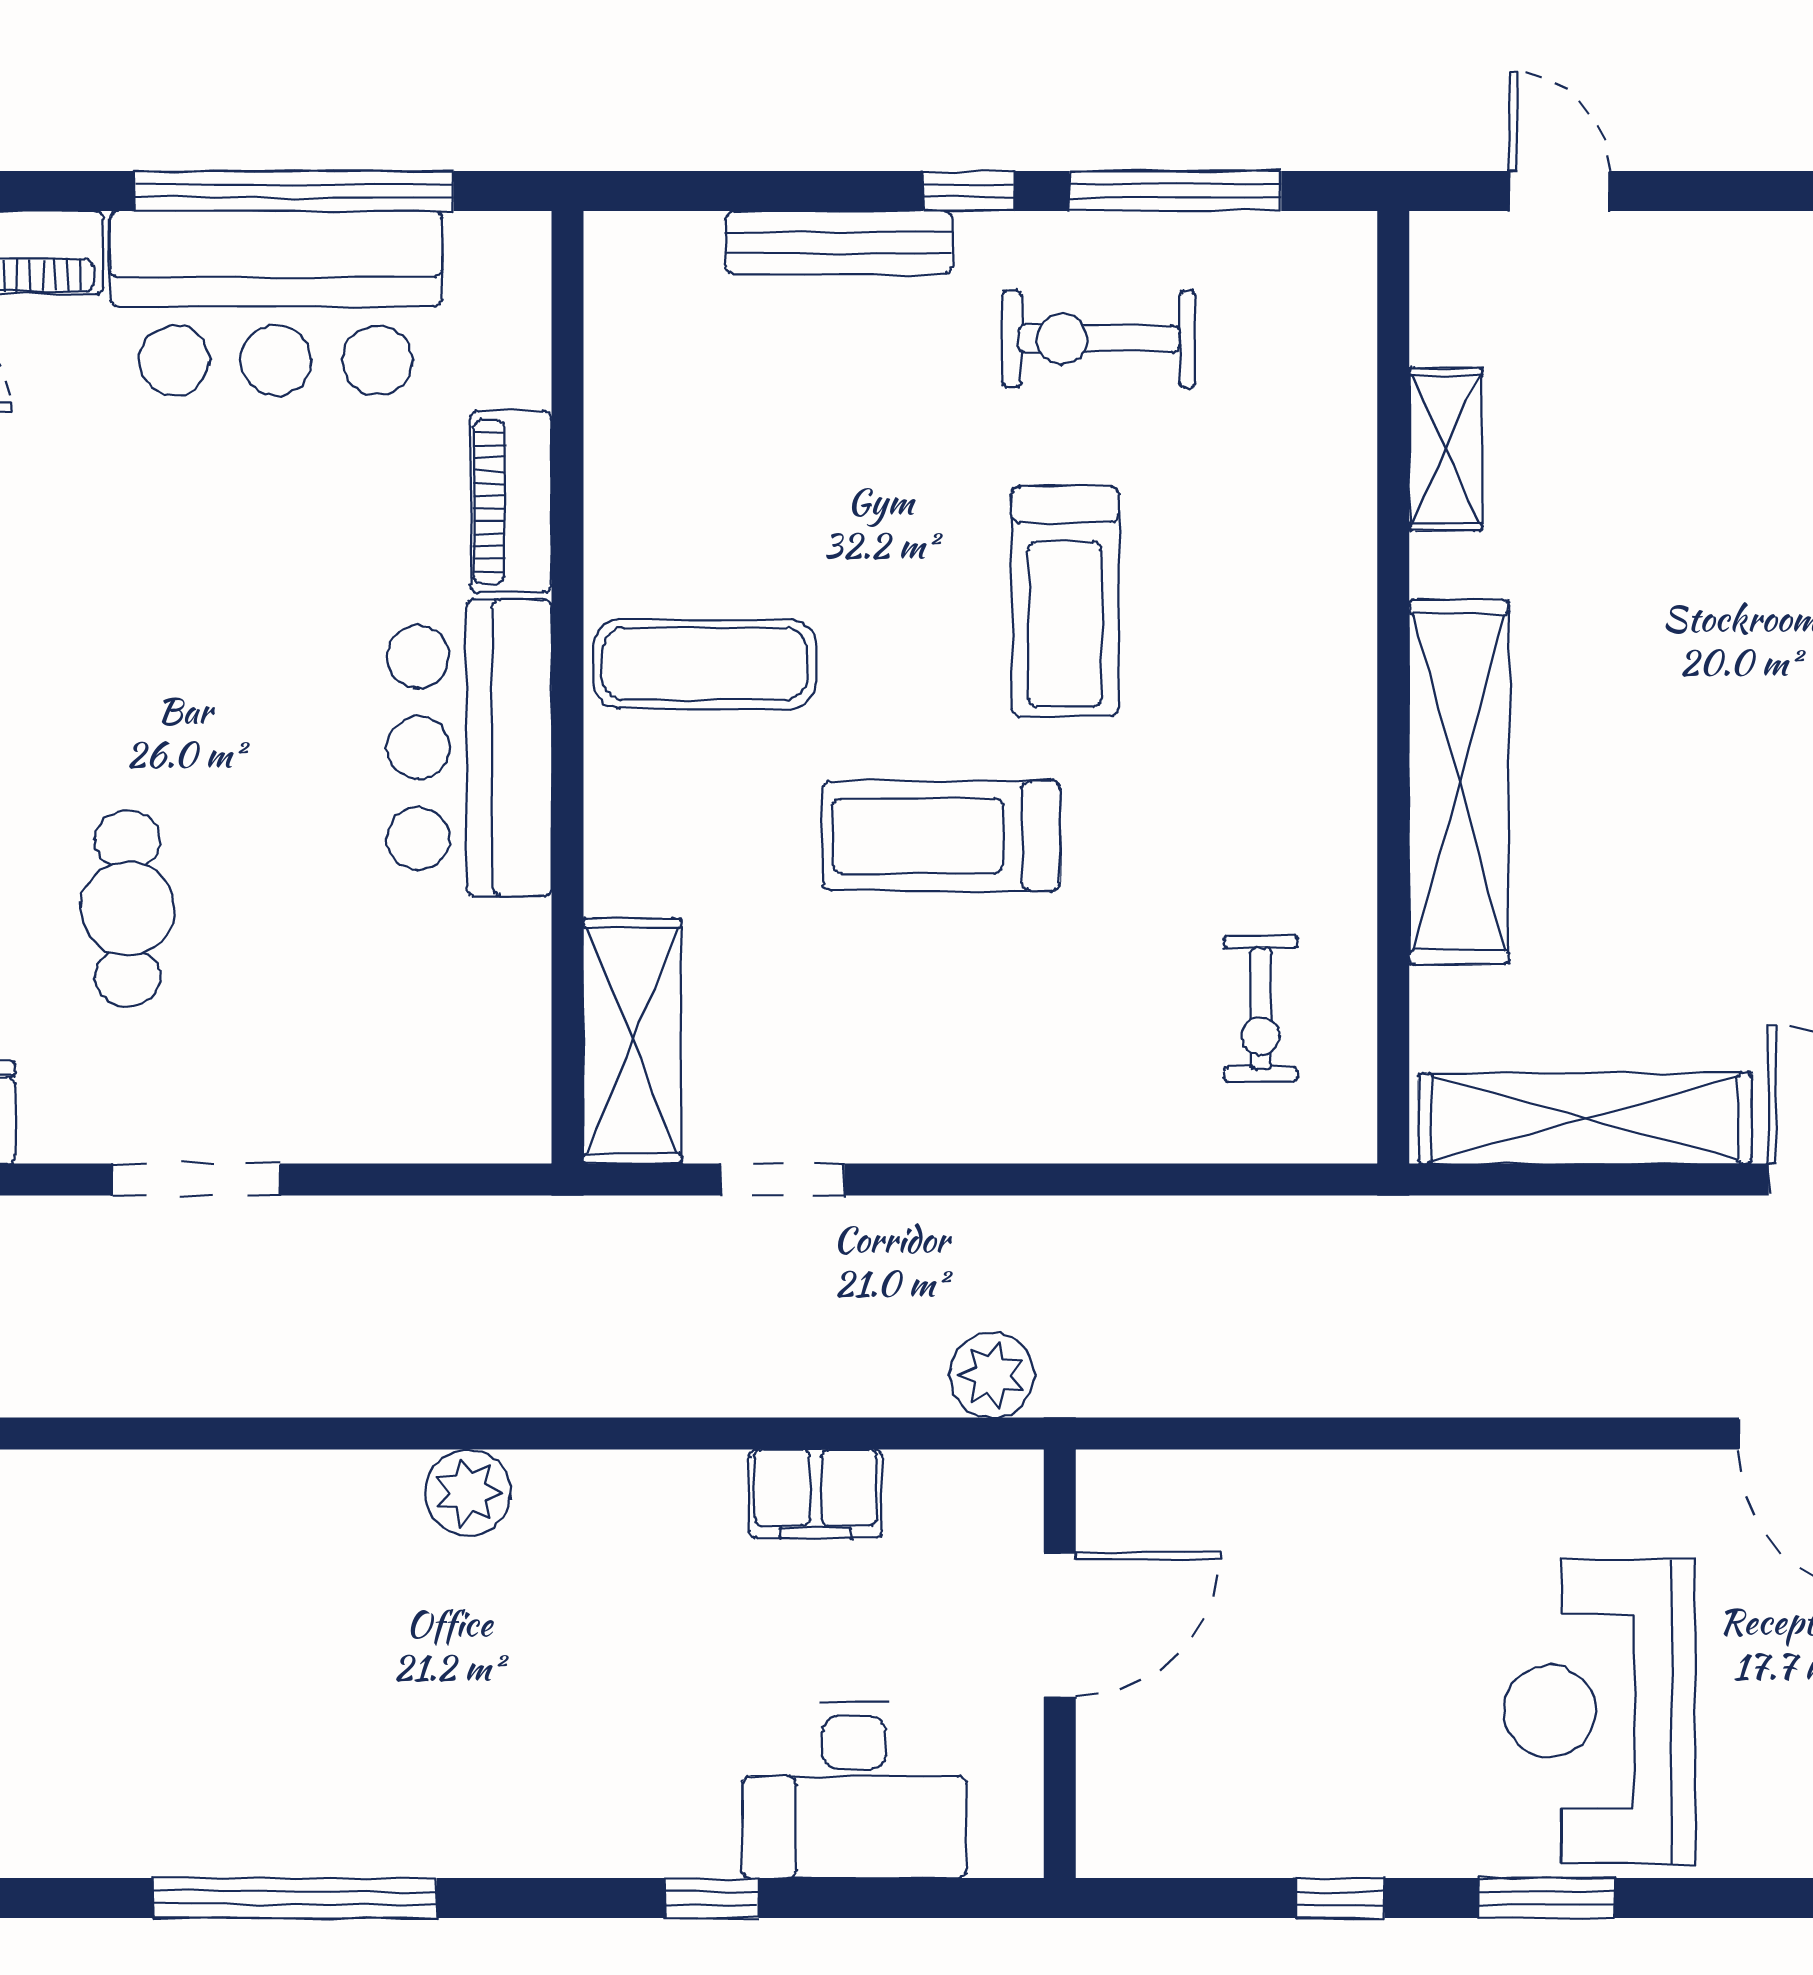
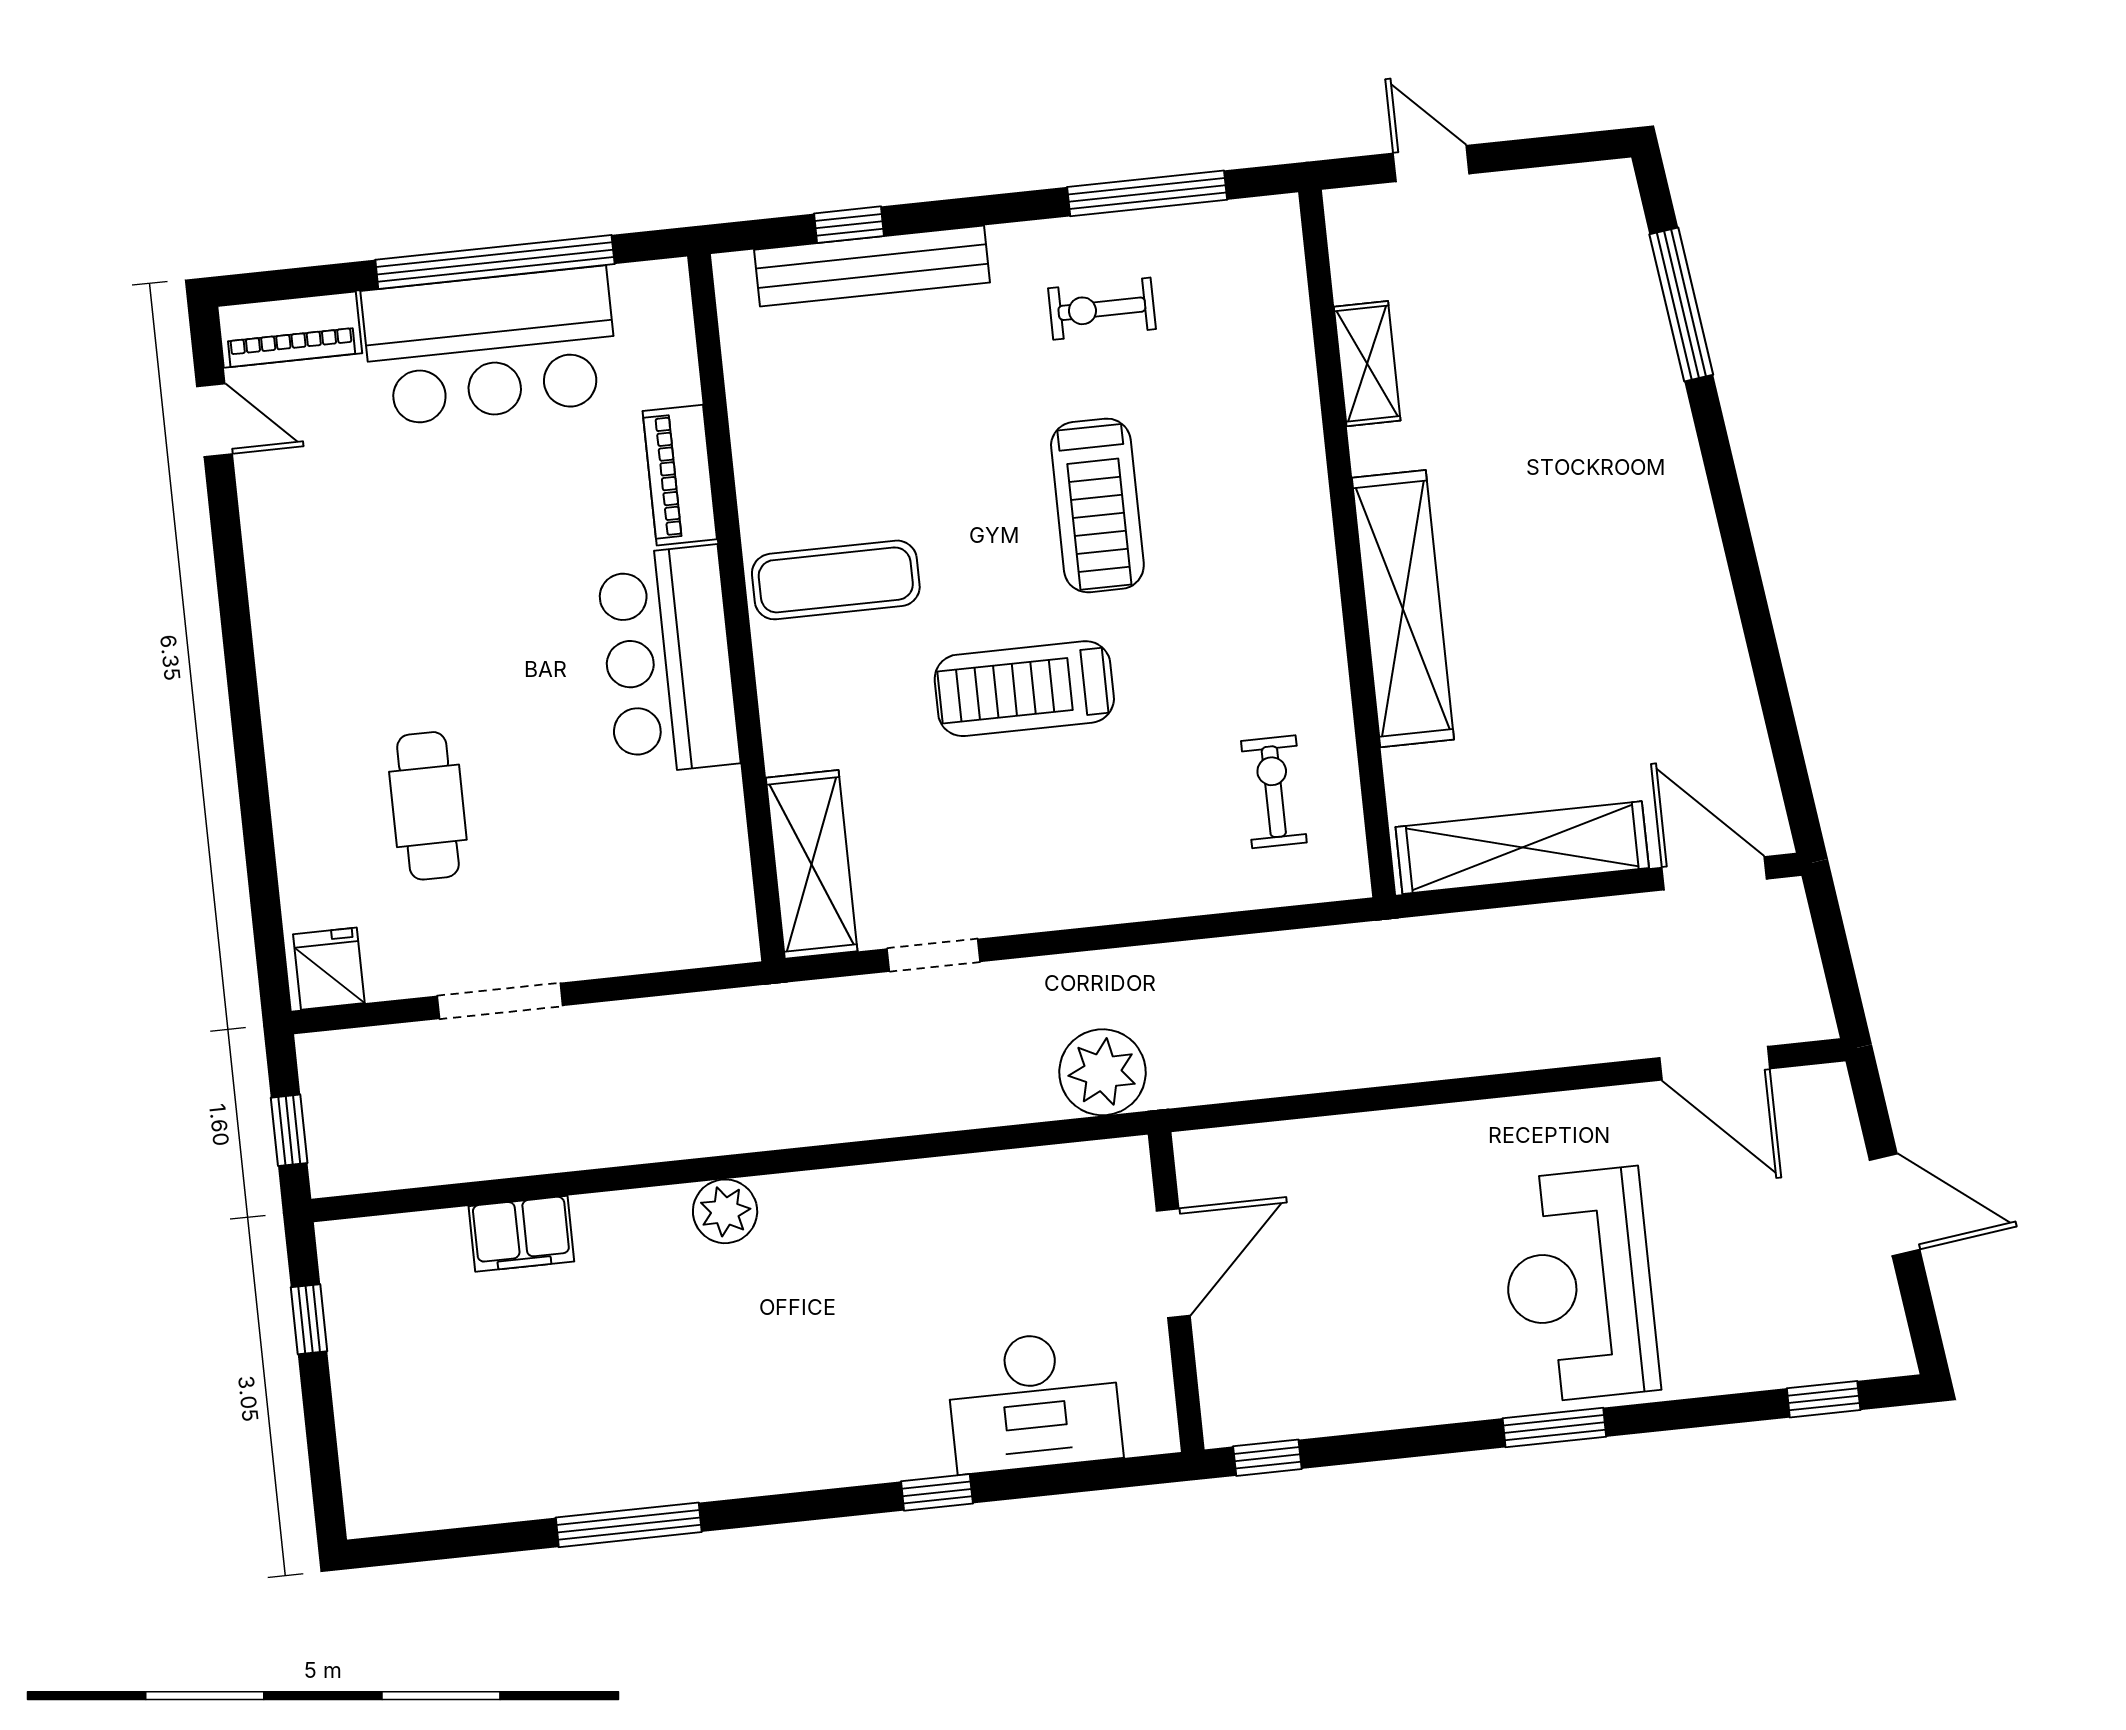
window: (969, 191) -> (849, 225), moved
bench: (839, 243) -> (872, 266), width x1.37, depth x1.21
exercise bike: (1099, 339) -> (1102, 309), width x0.73, depth x0.72
exercise bike: (1261, 1009) -> (1274, 792), turned 180
plant: (992, 1375) -> (1102, 1072), width x1.36, depth x1.36
filing cabinet: (816, 1494) -> (521, 1234), moved
window: (295, 1898) -> (629, 1525), width x0.68
window: (1340, 1898) -> (1267, 1458), moved

